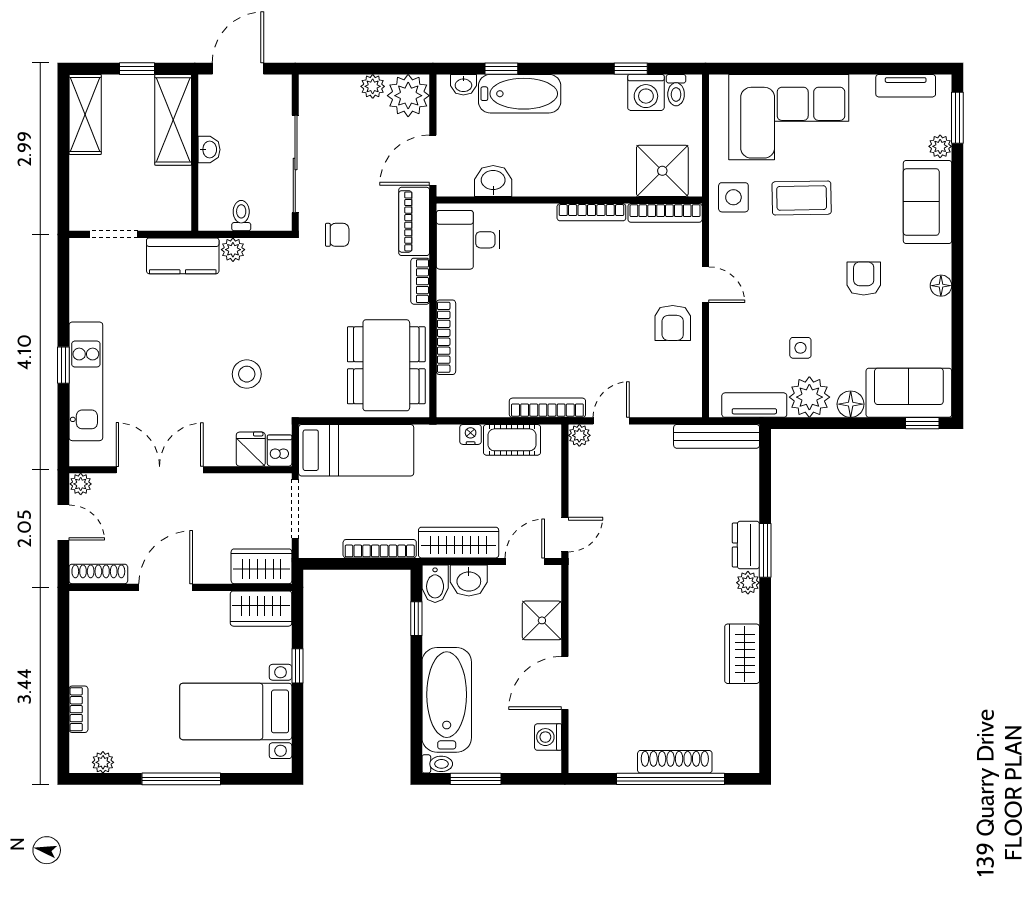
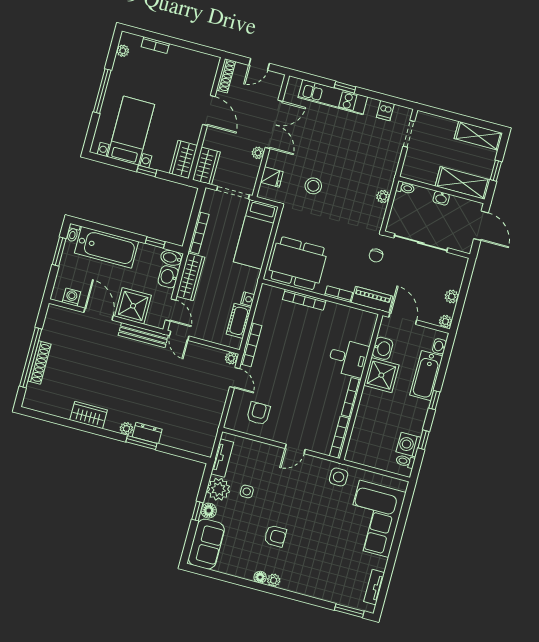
window: (501, 69) -> (434, 400), moved
plant: (408, 96) -> (445, 321), width x0.53, depth x0.53
plant: (940, 146) -> (274, 580), moved
shower: (662, 171) -> (381, 375), moved
coffee table: (802, 198) -> (328, 514), removed
sofa: (928, 202) -> (308, 582), removed
toilet: (241, 216) -> (405, 188), moved
desk: (468, 240) -> (348, 358), moved, turned 90
kitchen counter: (183, 256) -> (387, 168), removed
armchair: (673, 323) -> (258, 413), moved, turned 90
window: (922, 423) -> (197, 511), moved
bench: (717, 436) -> (143, 335), moved, turned 90
dishwasher: (280, 451) -> (385, 111), moved, turned 90
plant: (81, 484) -> (258, 153), moved
shower: (542, 620) -> (133, 306), width x1.36, depth x1.36

